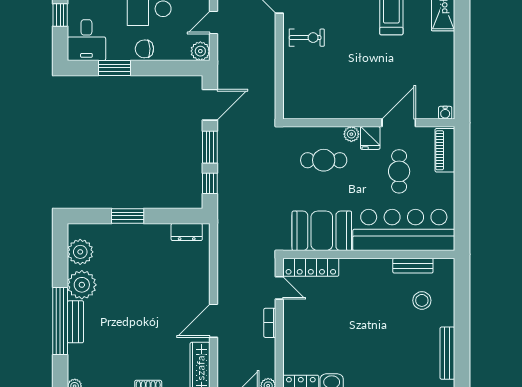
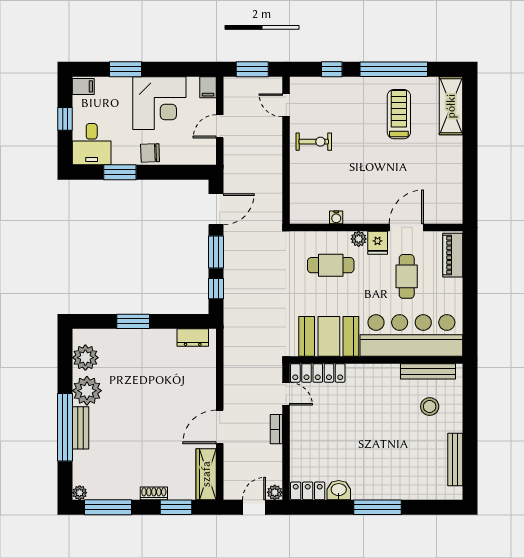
plant: (200, 51) -> (206, 155), removed
water cooler: (445, 113) -> (336, 217), moved
bench: (413, 266) -> (428, 371), width x1.36

